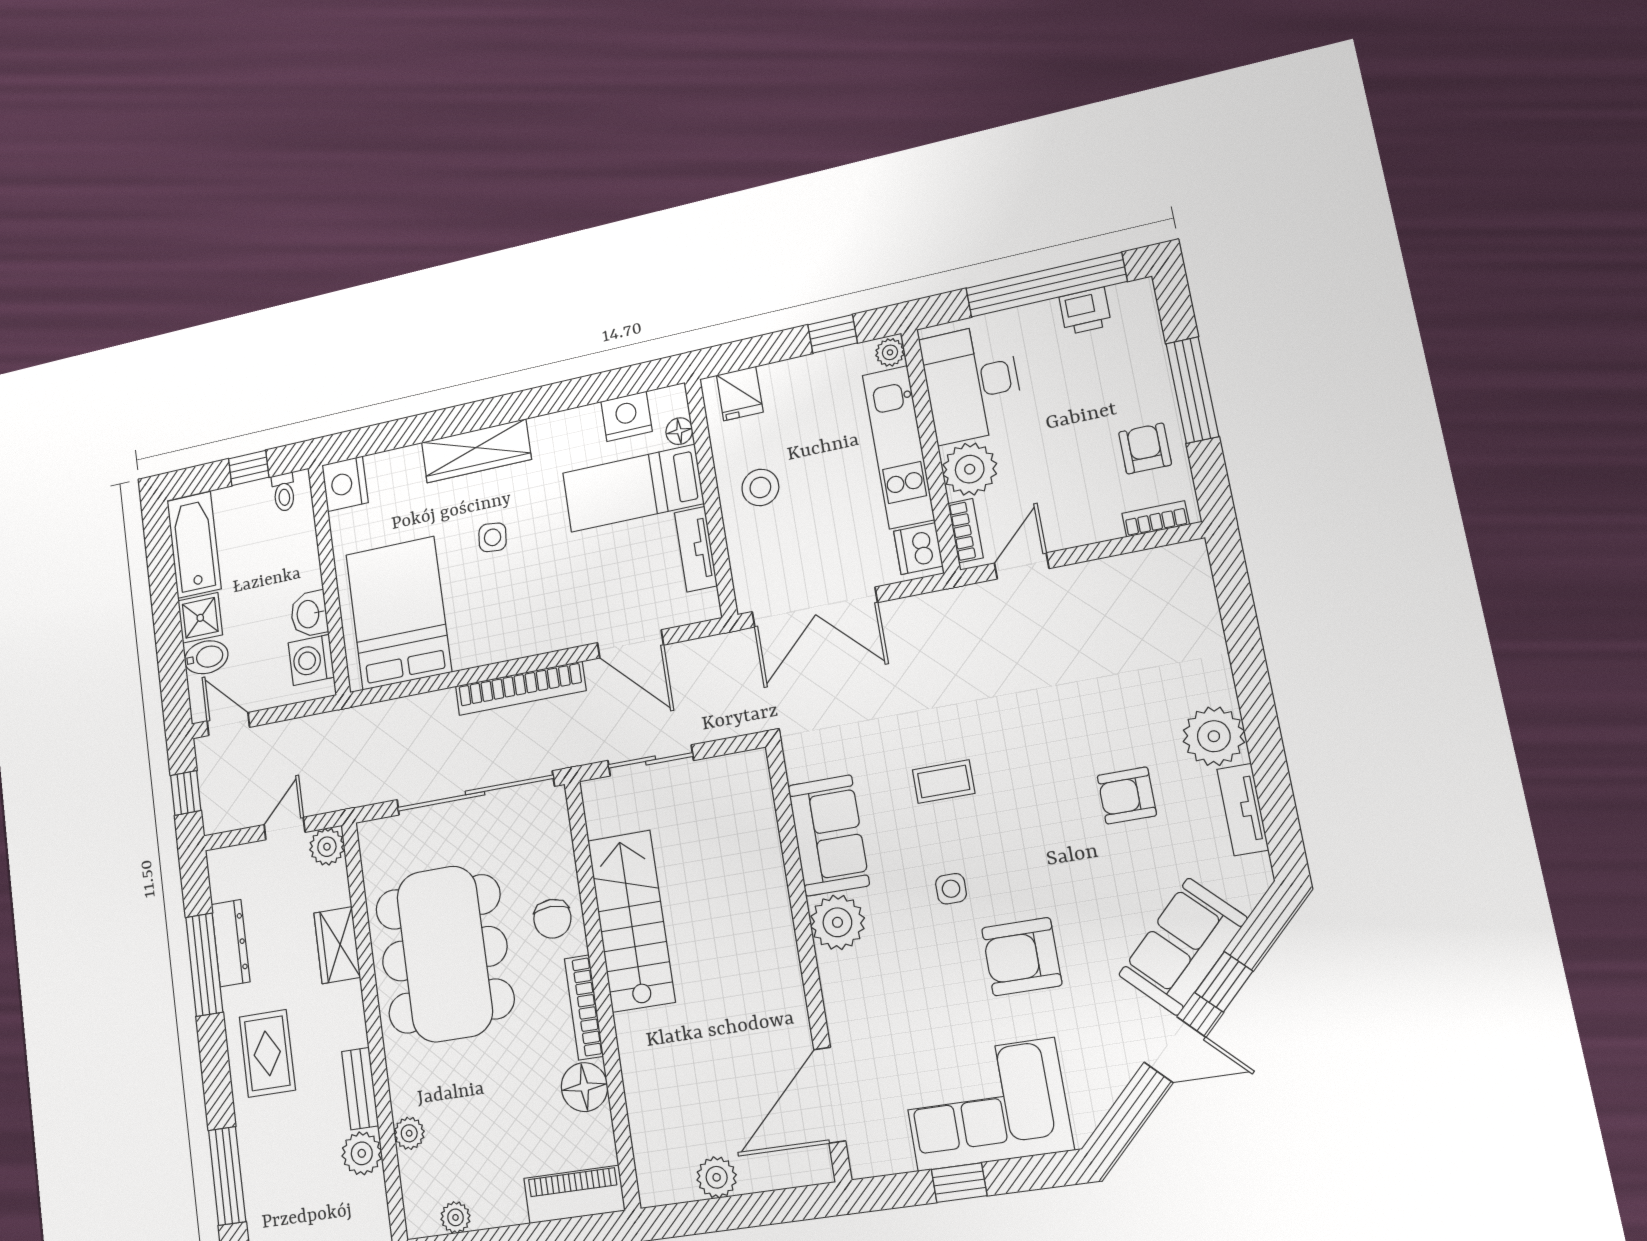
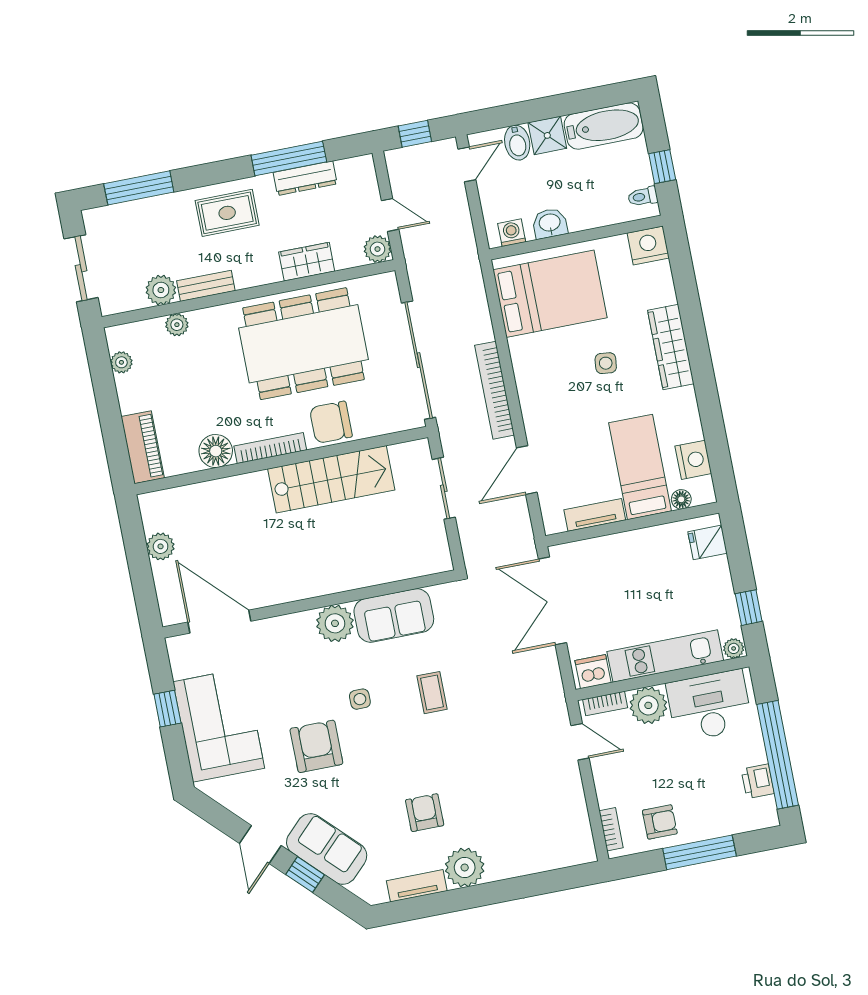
stool: (760, 487) -> (639, 560), removed
washing machine: (311, 660) -> (512, 233), width x0.73, depth x0.73
chair: (552, 919) -> (331, 422), width x1.37, depth x1.37

